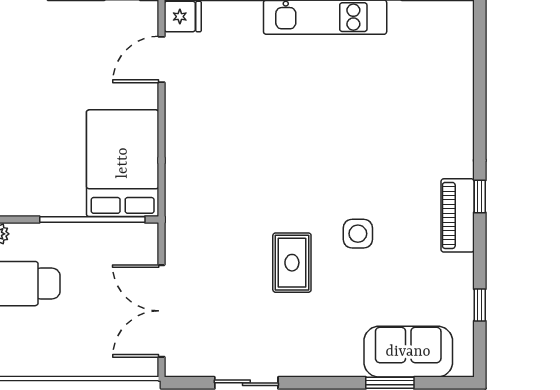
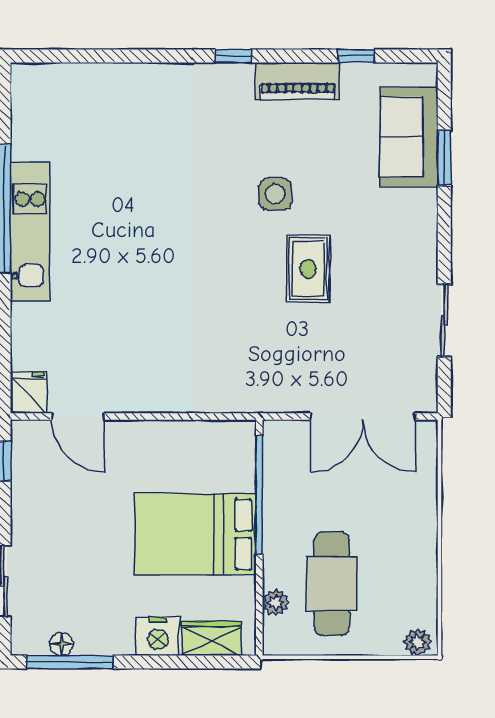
bed: (123, 163) -> (195, 534), moved
piano: (458, 215) -> (298, 81), moved
rug: (292, 263) -> (308, 269), turned 90

